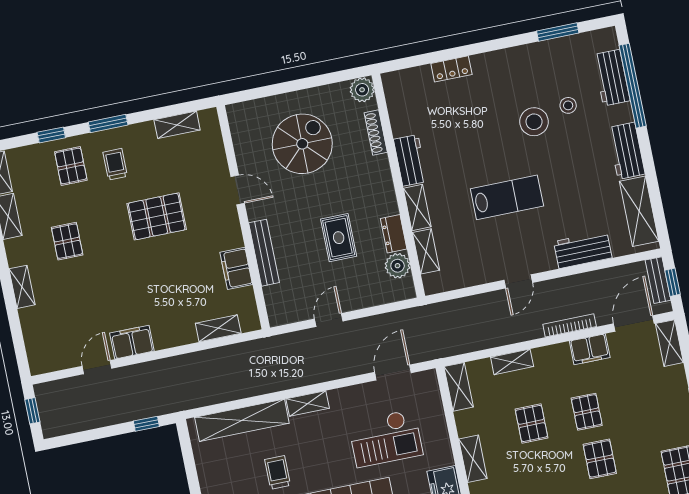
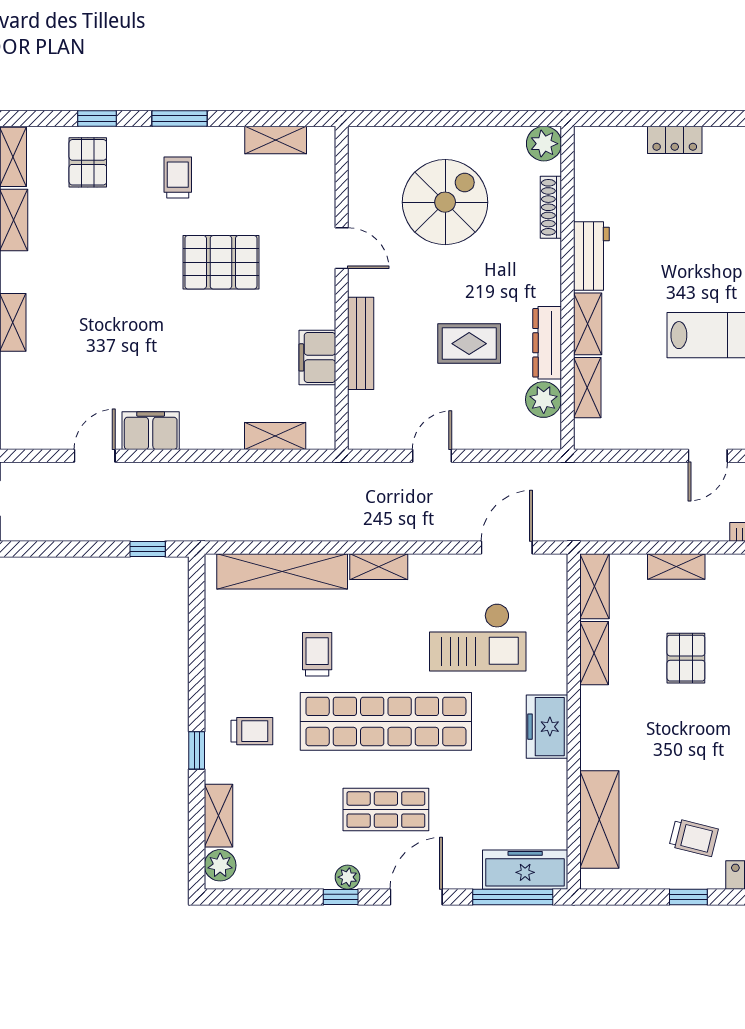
pallet: (71, 166) -> (88, 162), moved
dresser: (394, 234) -> (547, 343), width x1.44
rug: (339, 238) -> (469, 344), turned 90
pallet: (67, 241) -> (89, 271), removed
shelving: (473, 459) -> (594, 653), moved

